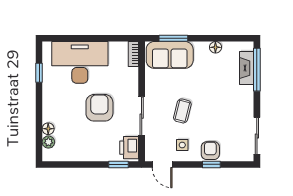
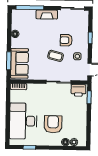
fireplace: (247, 68) -> (47, 15), moved
armchair: (99, 108) -> (53, 124), moved, turned 90
armchair: (210, 151) -> (66, 40), moved

